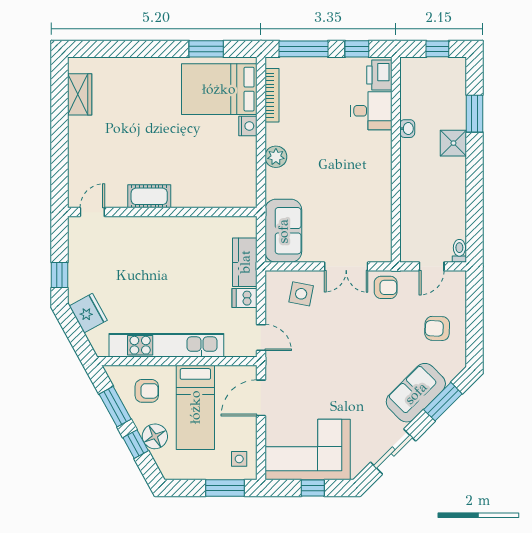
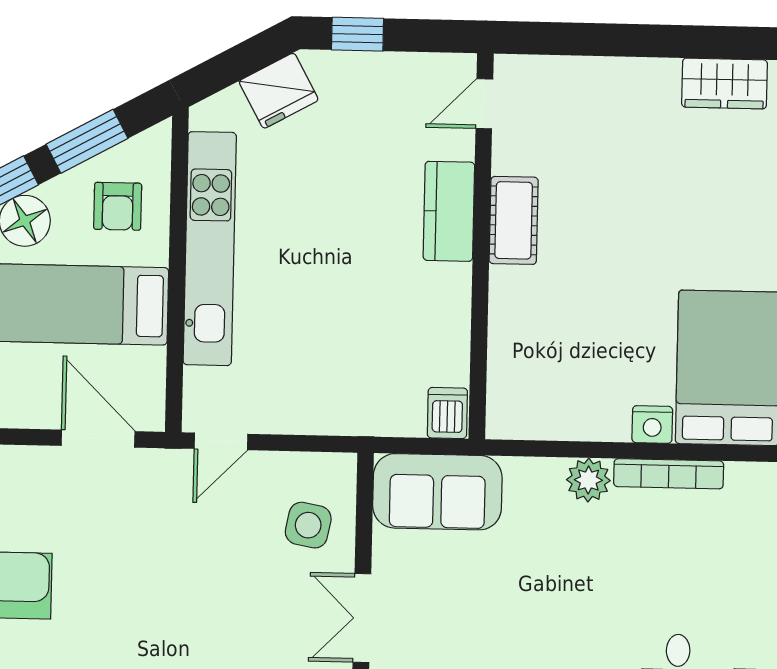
bookcase: (272, 95) -> (669, 474), moved
door: (92, 212) -> (484, 104), swing flipped
kitchen counter: (245, 262) -> (449, 211), moved, turned -90
dishwasher: (245, 298) -> (447, 413), moved

